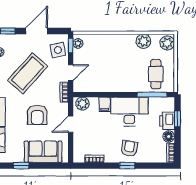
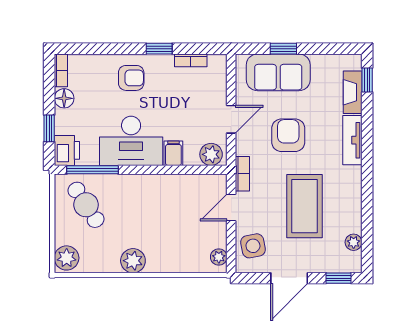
plant: (143, 41) -> (133, 261), moved
window: (71, 46) -> (231, 253), removed
coffee table: (28, 73) -> (305, 206), turned -42
cafe table: (156, 74) -> (86, 205), turned -33
printer: (167, 121) -> (67, 150), moved
armchair: (129, 148) -> (131, 78), turned -99
window: (21, 166) -> (283, 49), moved
window: (127, 166) -> (159, 49), moved

